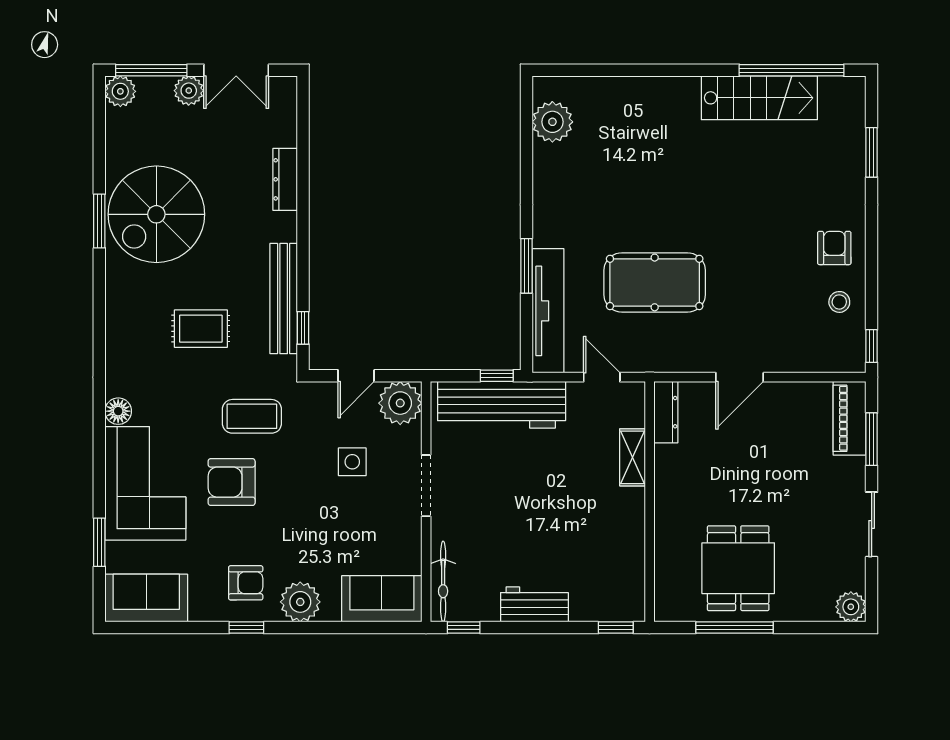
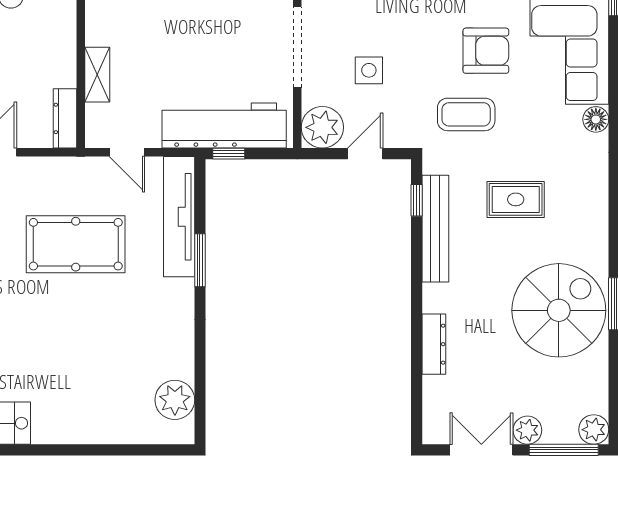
doorway: (426, 486) -> (297, 47), width x1.36

